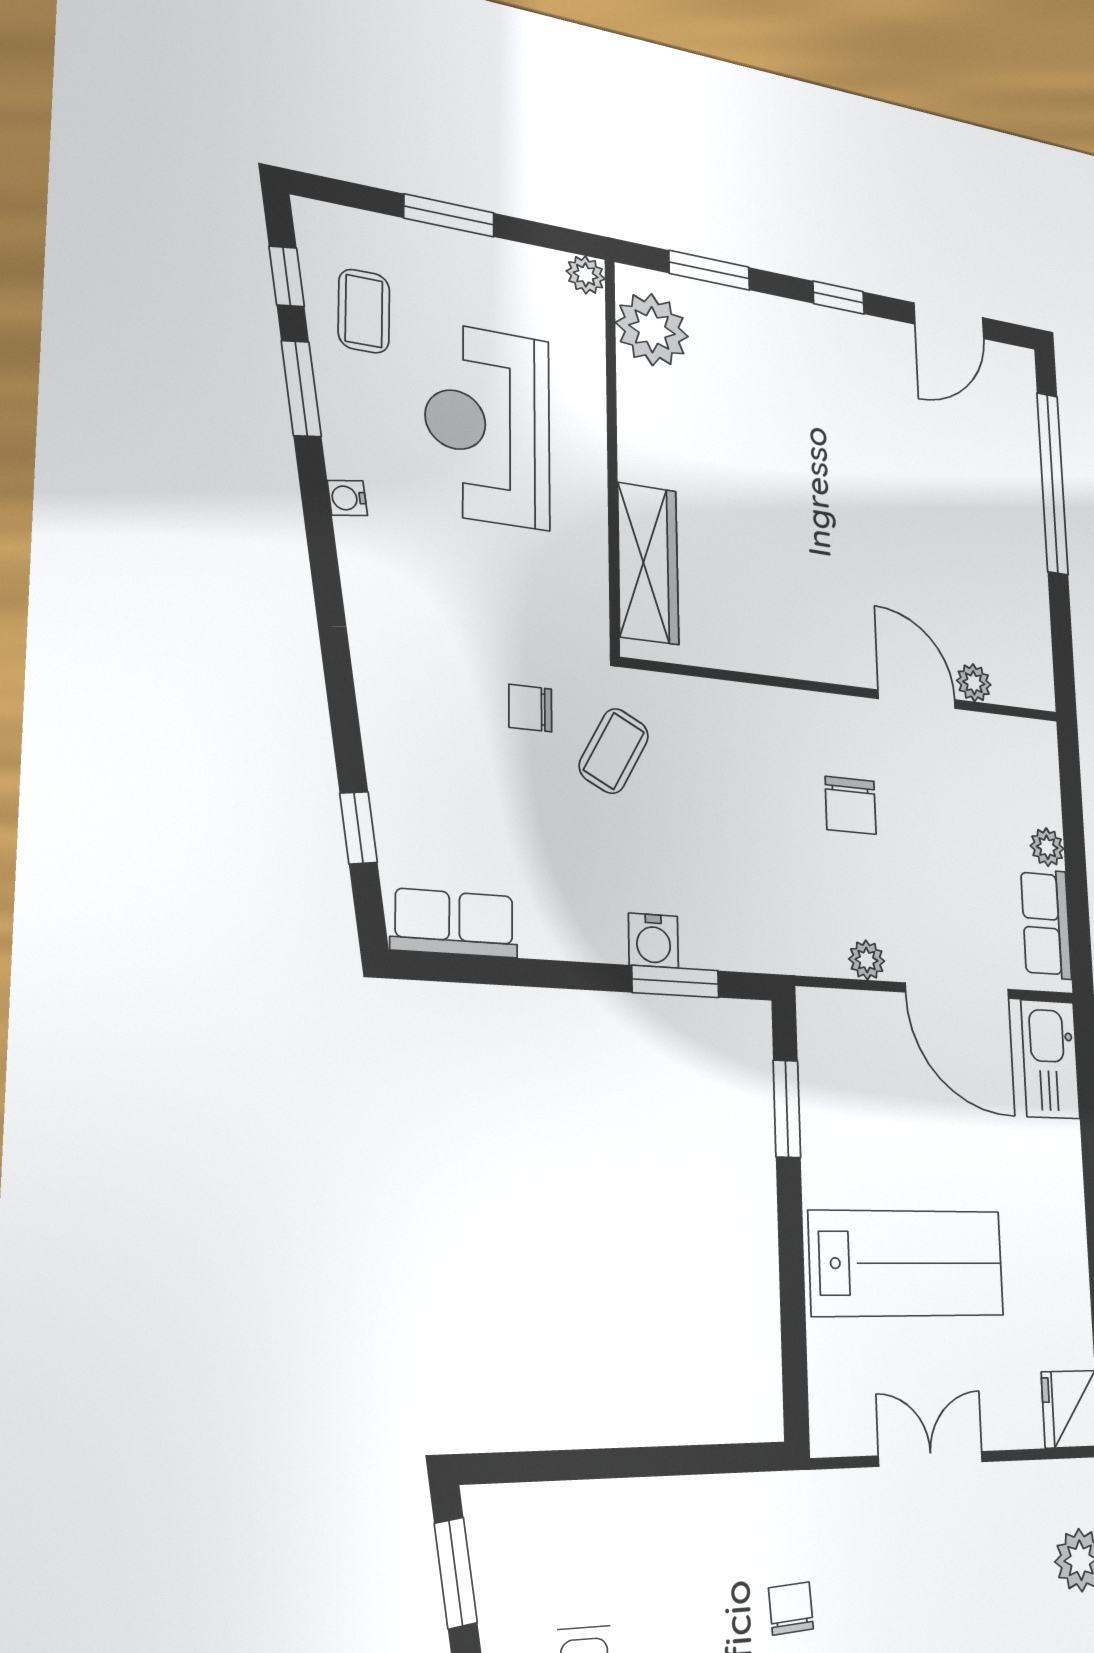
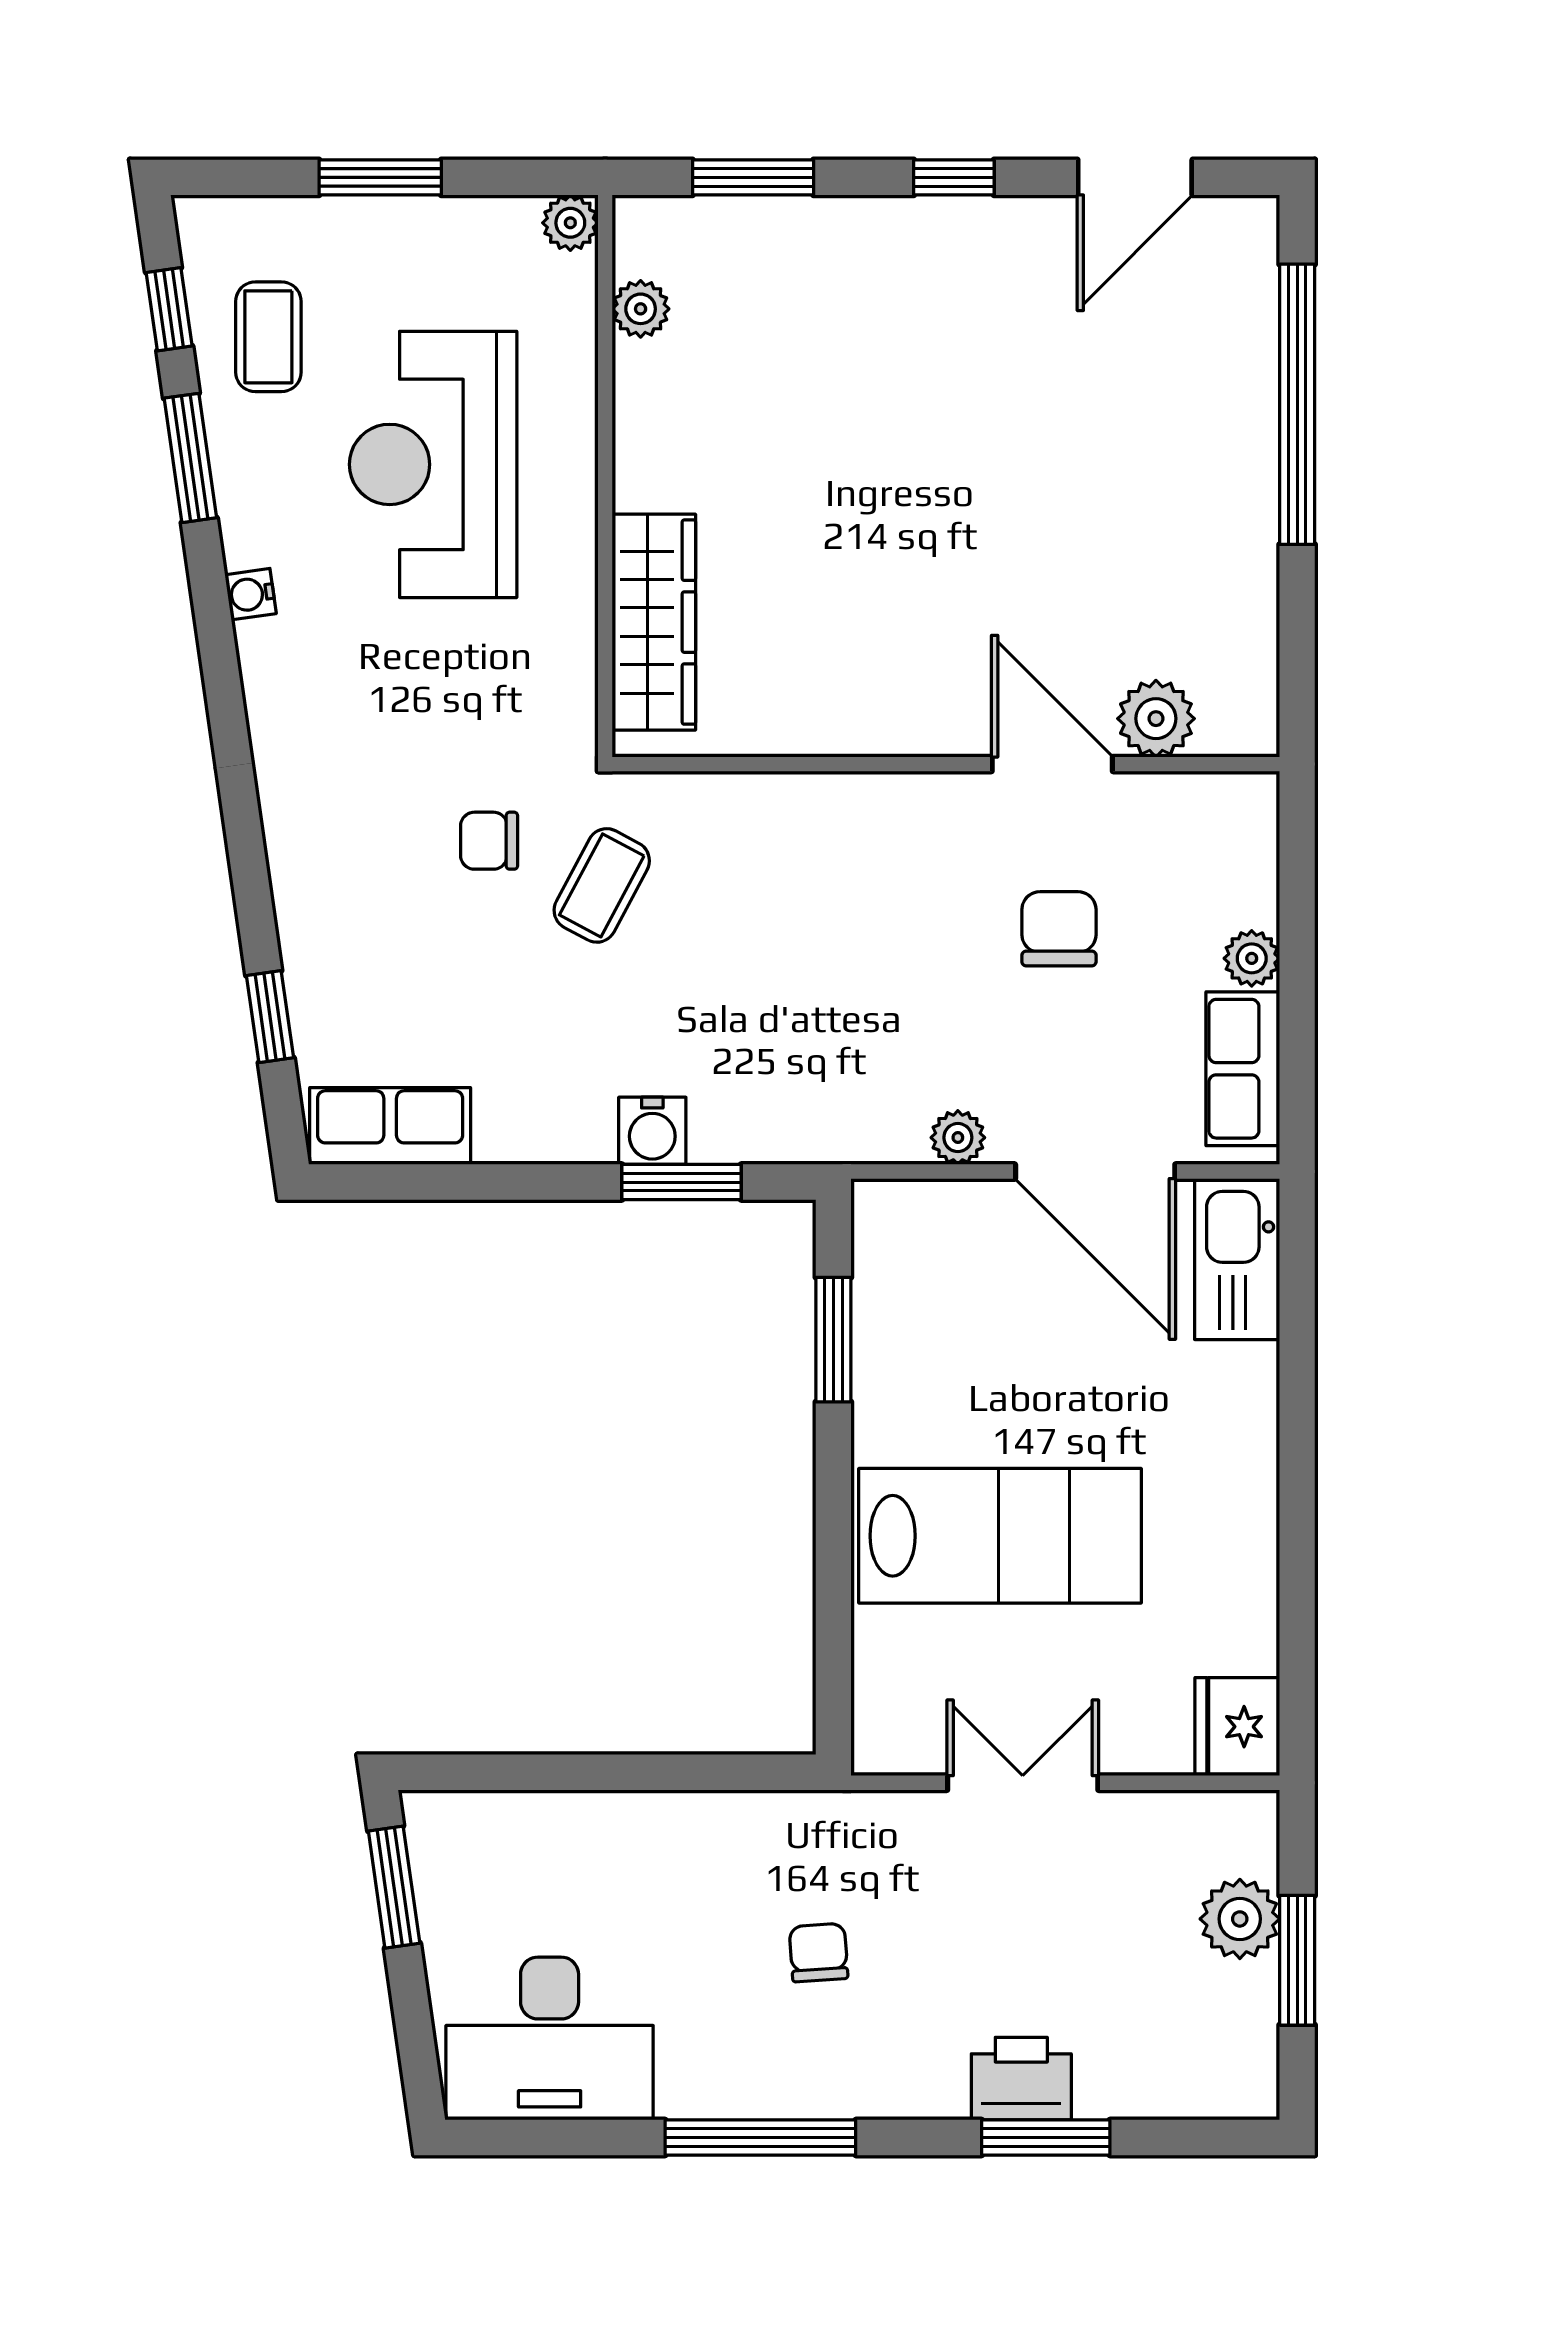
plant: (652, 330) -> (641, 309), width x0.53, depth x0.53
plant: (974, 683) -> (1156, 719), width x1.38, depth x1.38
chair: (851, 805) -> (1059, 929), moved, turned 180

